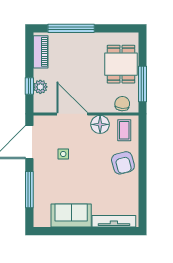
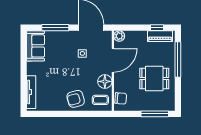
dining table: (121, 64) -> (154, 78), moved
window: (143, 84) -> (155, 114), moved
window: (29, 86) -> (157, 28), moved
plant: (40, 87) -> (119, 36), moved
sofa: (71, 216) -> (36, 46), moved

